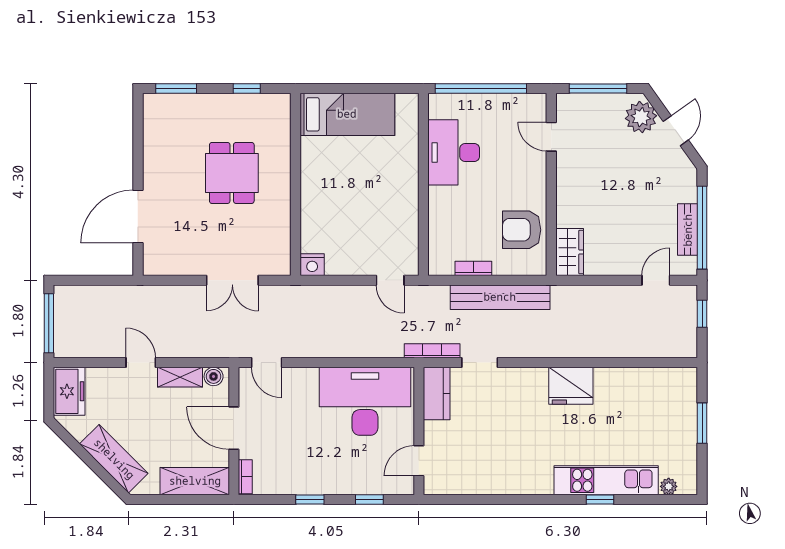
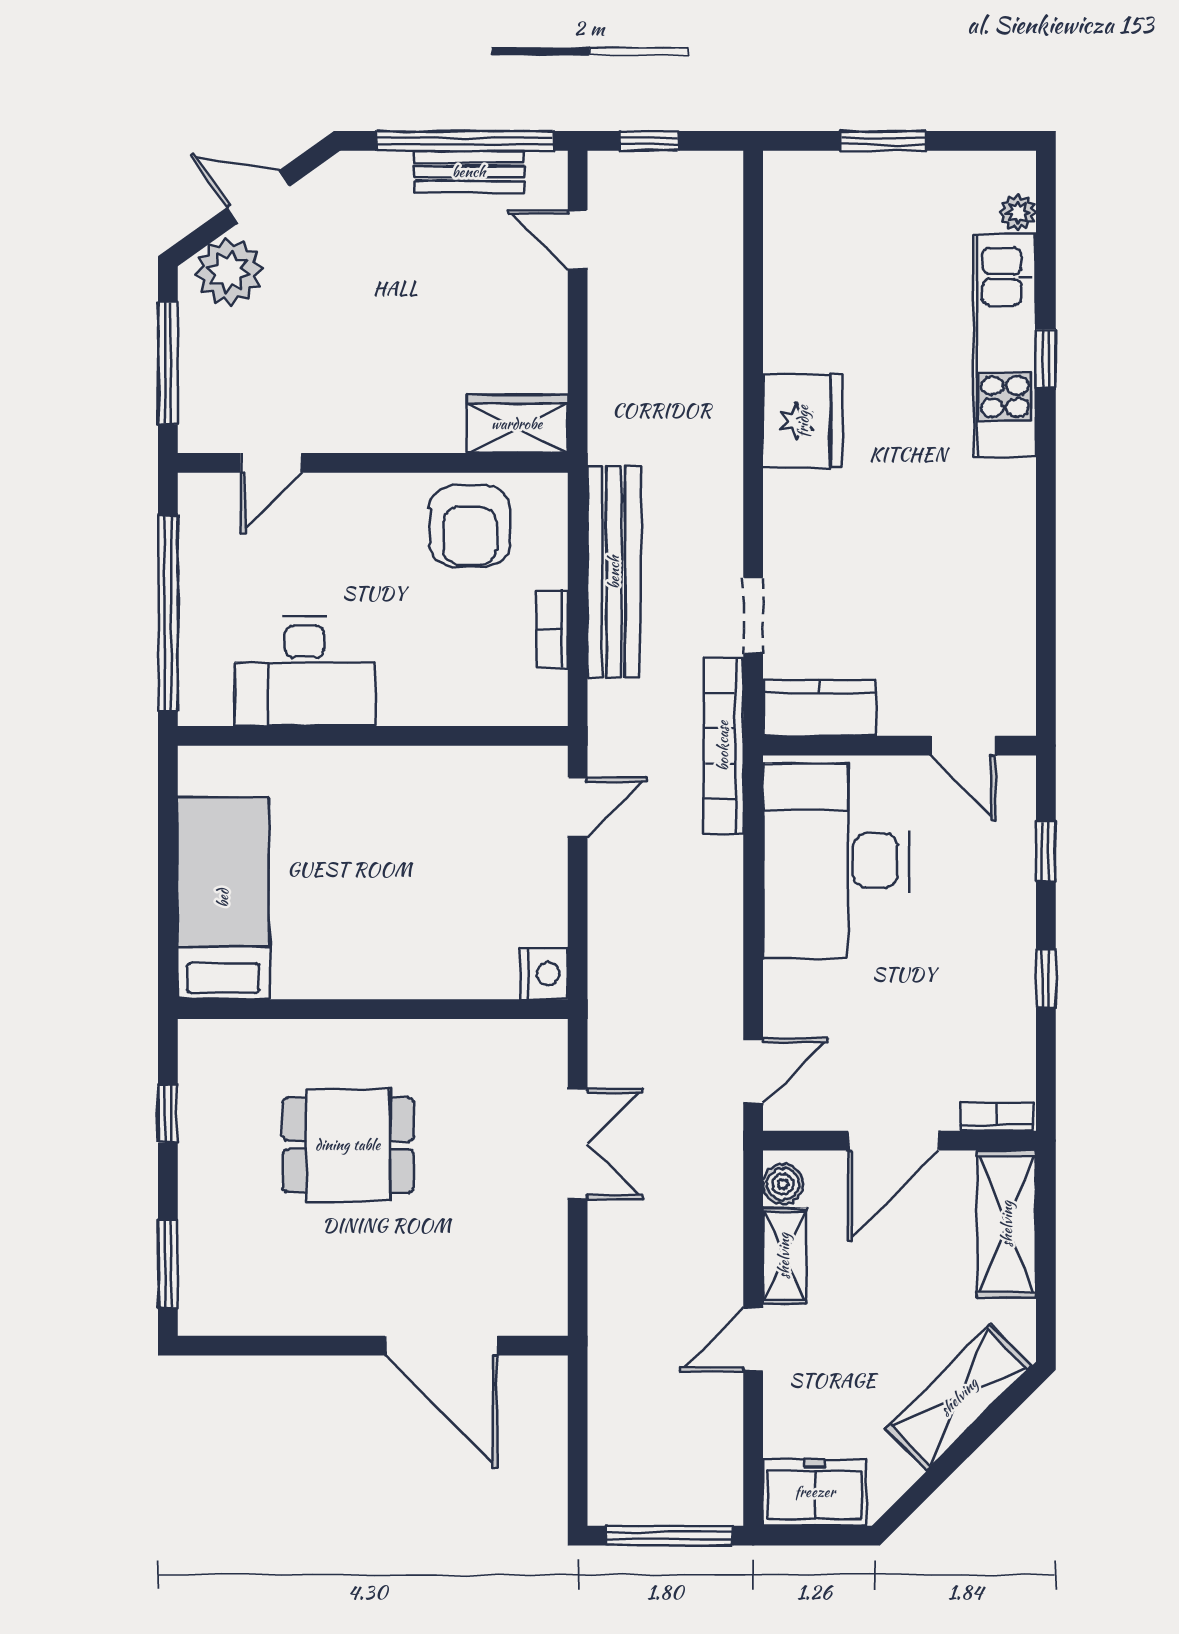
bookcase: (432, 351) -> (723, 746), width x1.48, depth x1.31

